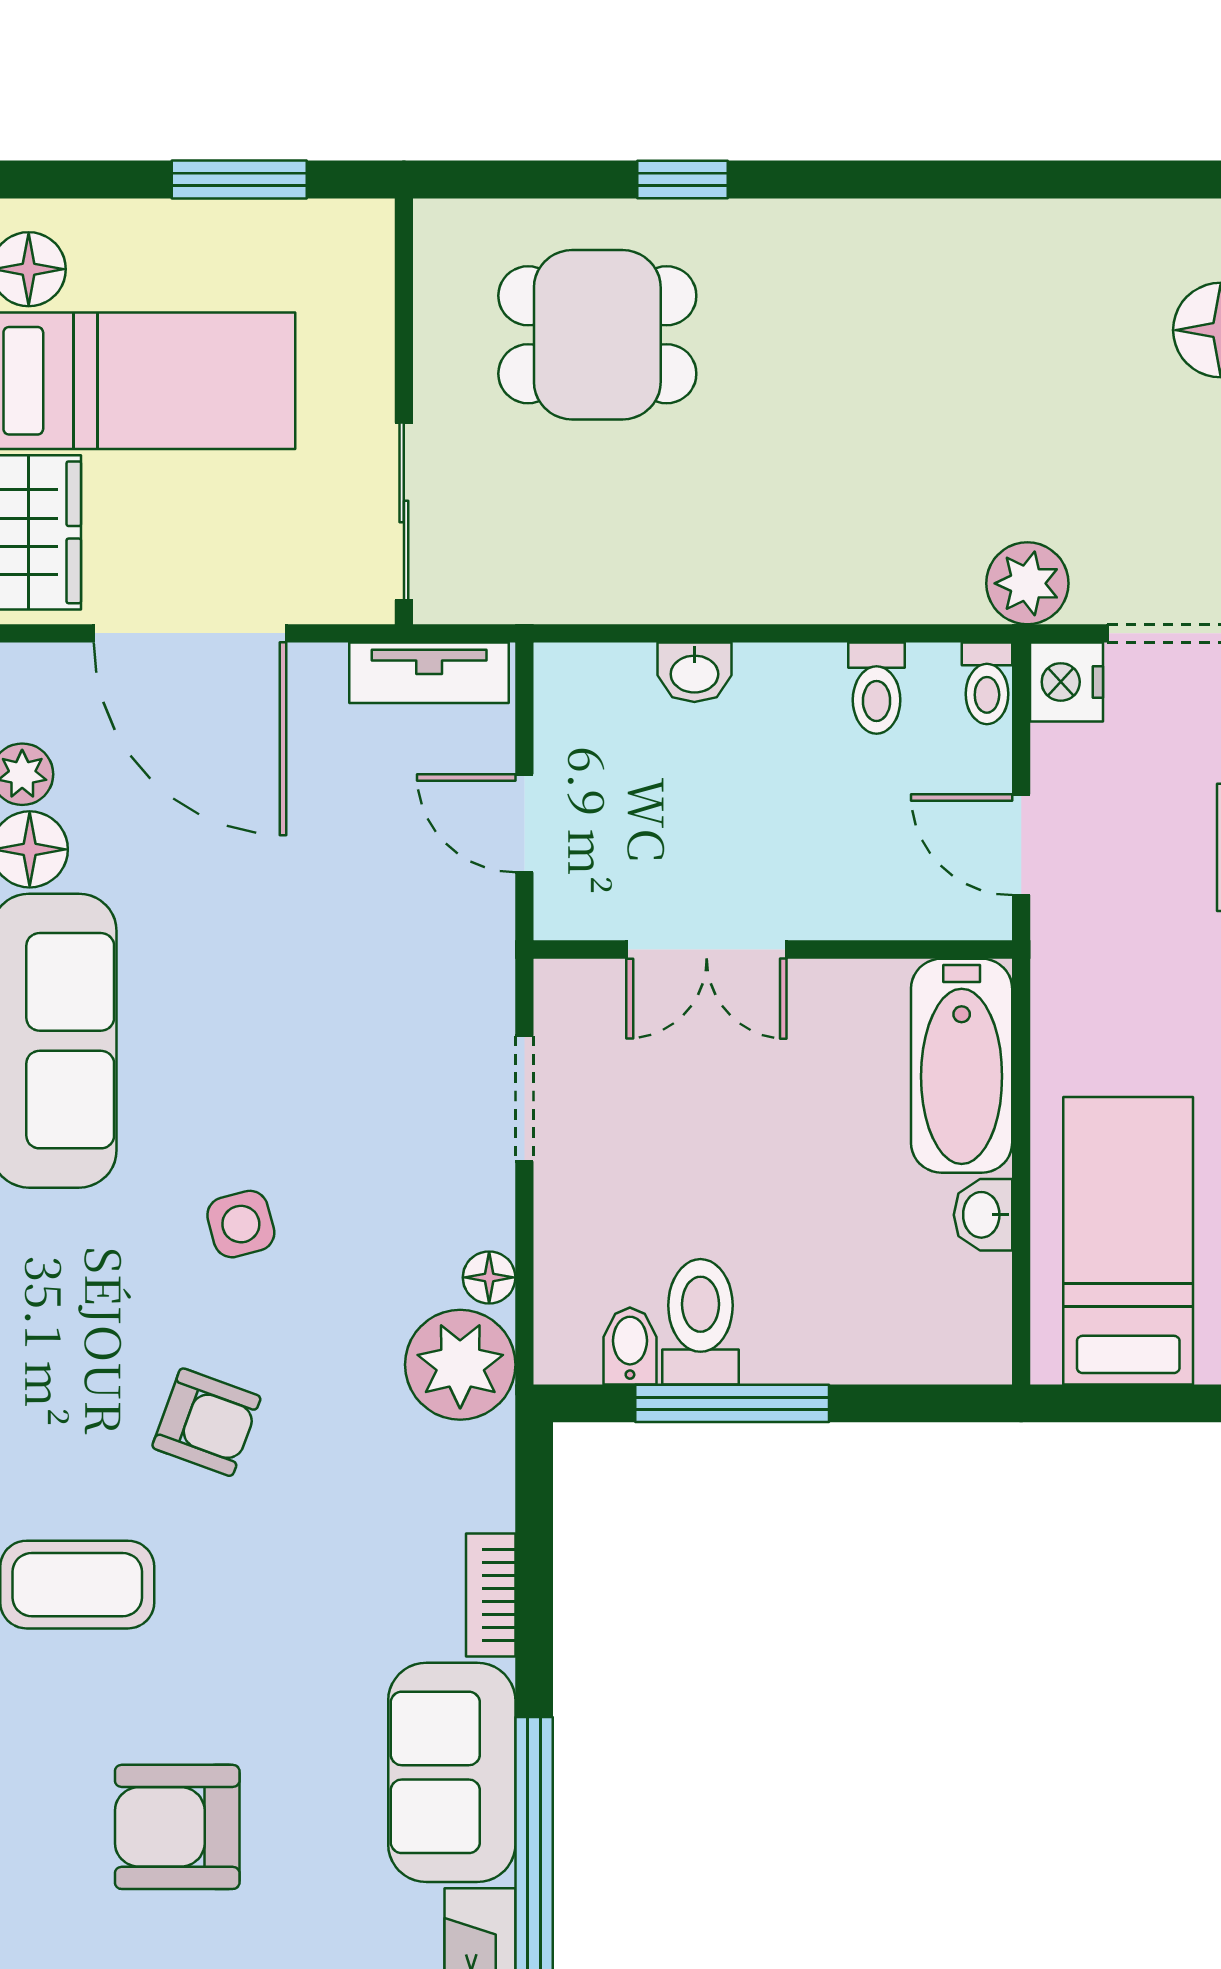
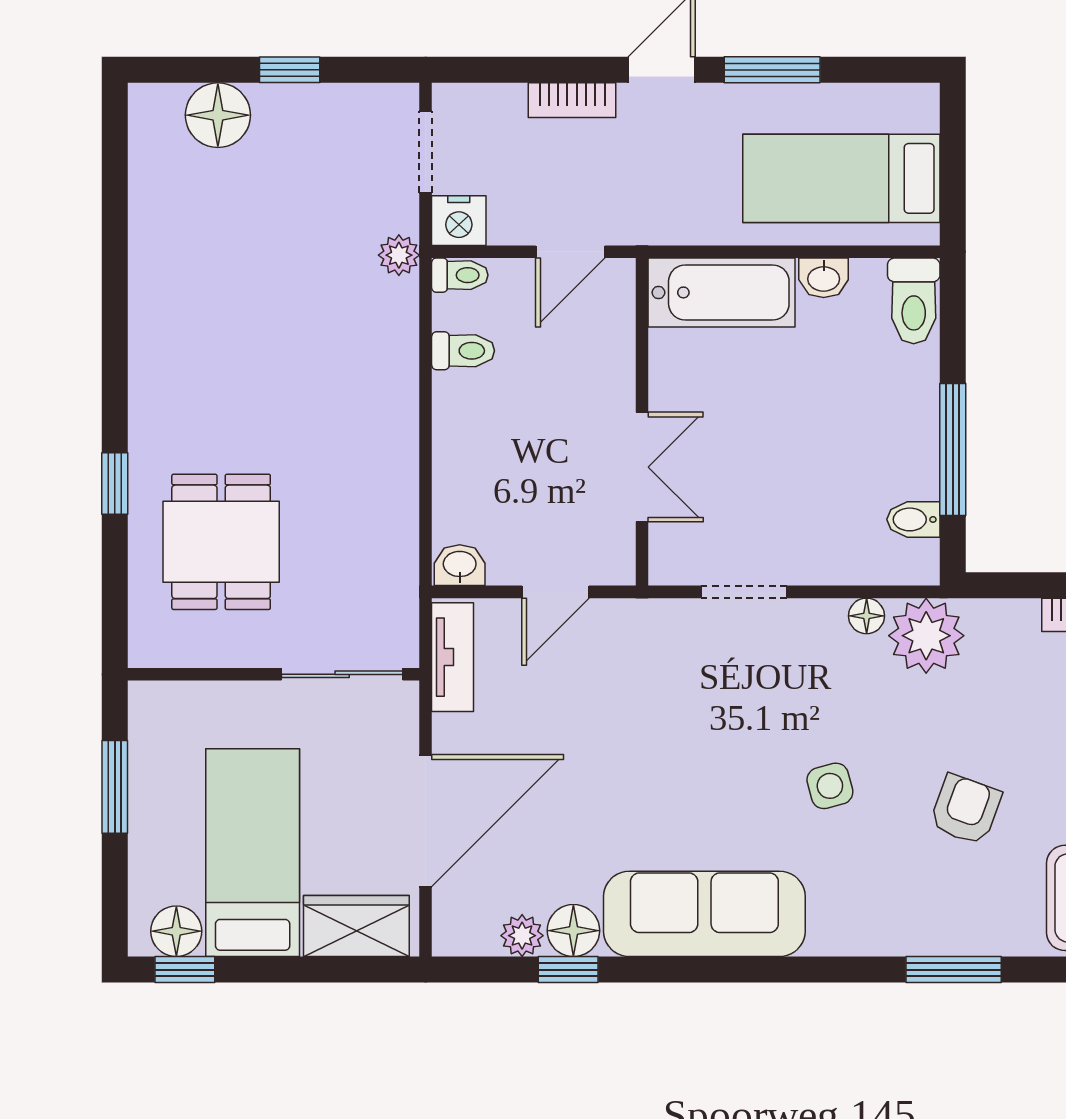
plant: (1027, 583) -> (399, 255), width x0.73, depth x0.73
washbasin: (694, 672) -> (460, 565), moved, turned -90
toilet: (700, 1322) -> (914, 301), moved, turned -90

